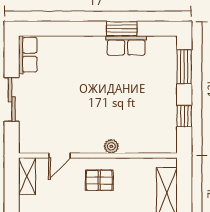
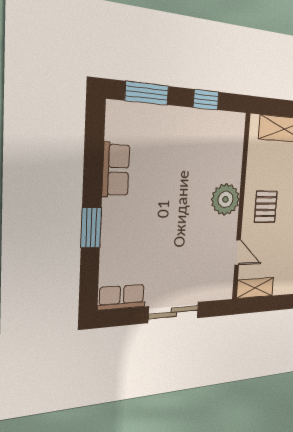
window: (122, 29) -> (91, 227), moved
plant: (111, 146) -> (225, 199), width x1.88, depth x1.88

